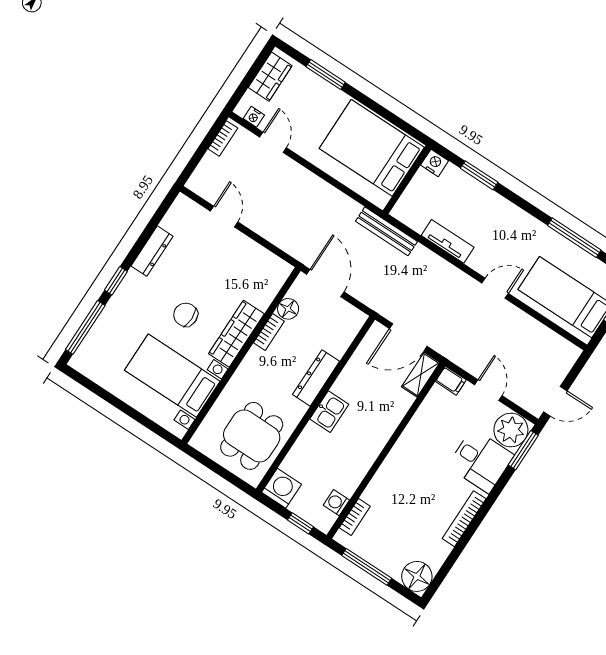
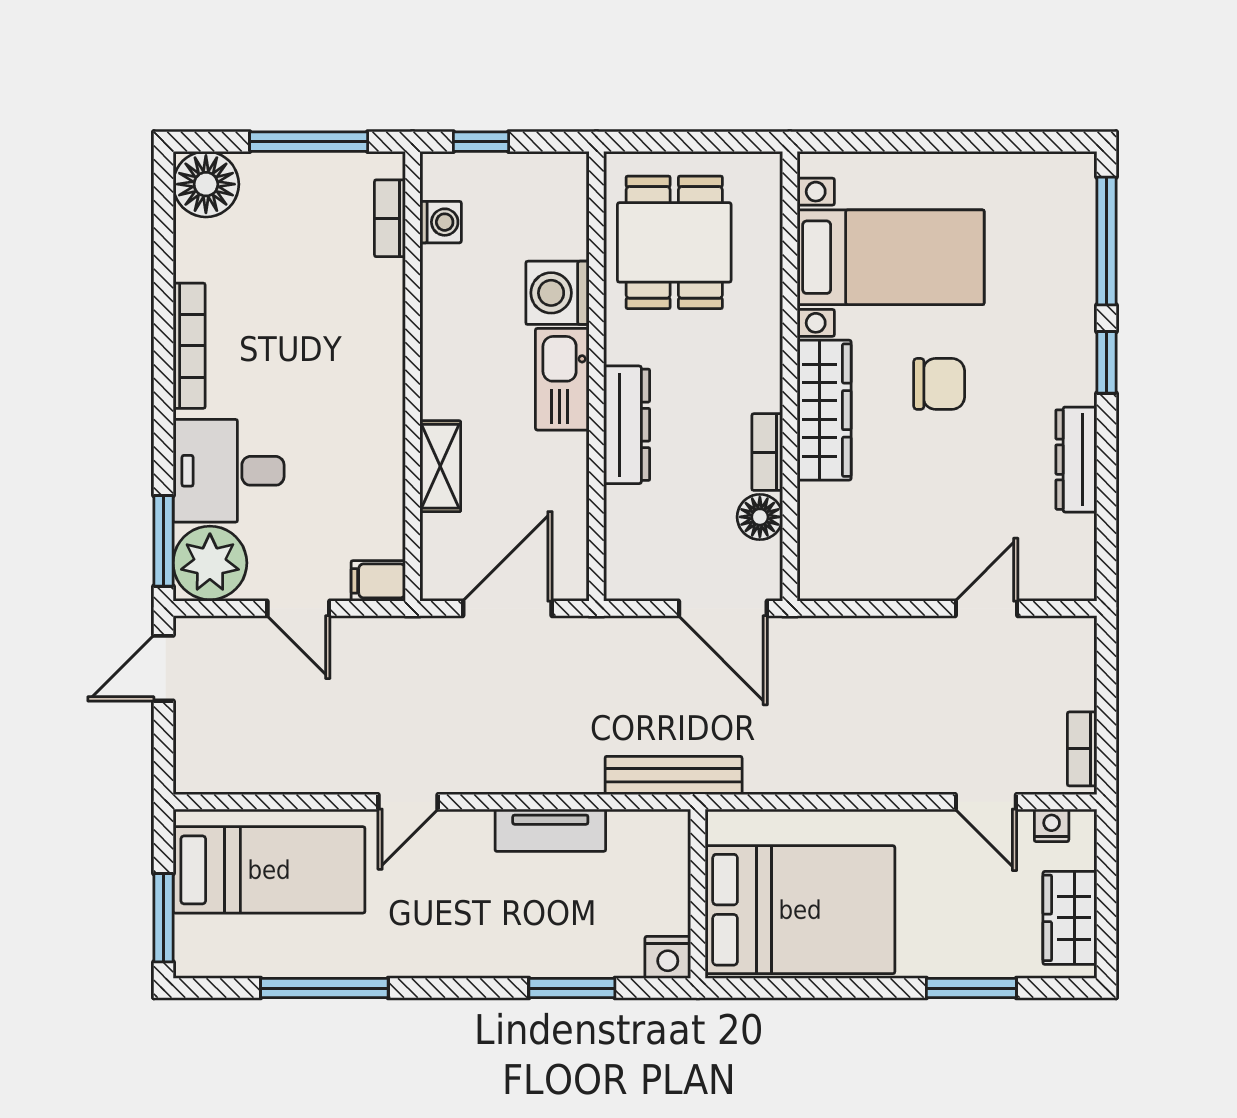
door: (224, 217) -> (986, 608), swing flipped
shelving: (421, 375) -> (440, 466), moved
kitchen sink: (329, 412) -> (562, 379), width x1.38
washing machine: (282, 488) -> (557, 293), moved, turned 90

